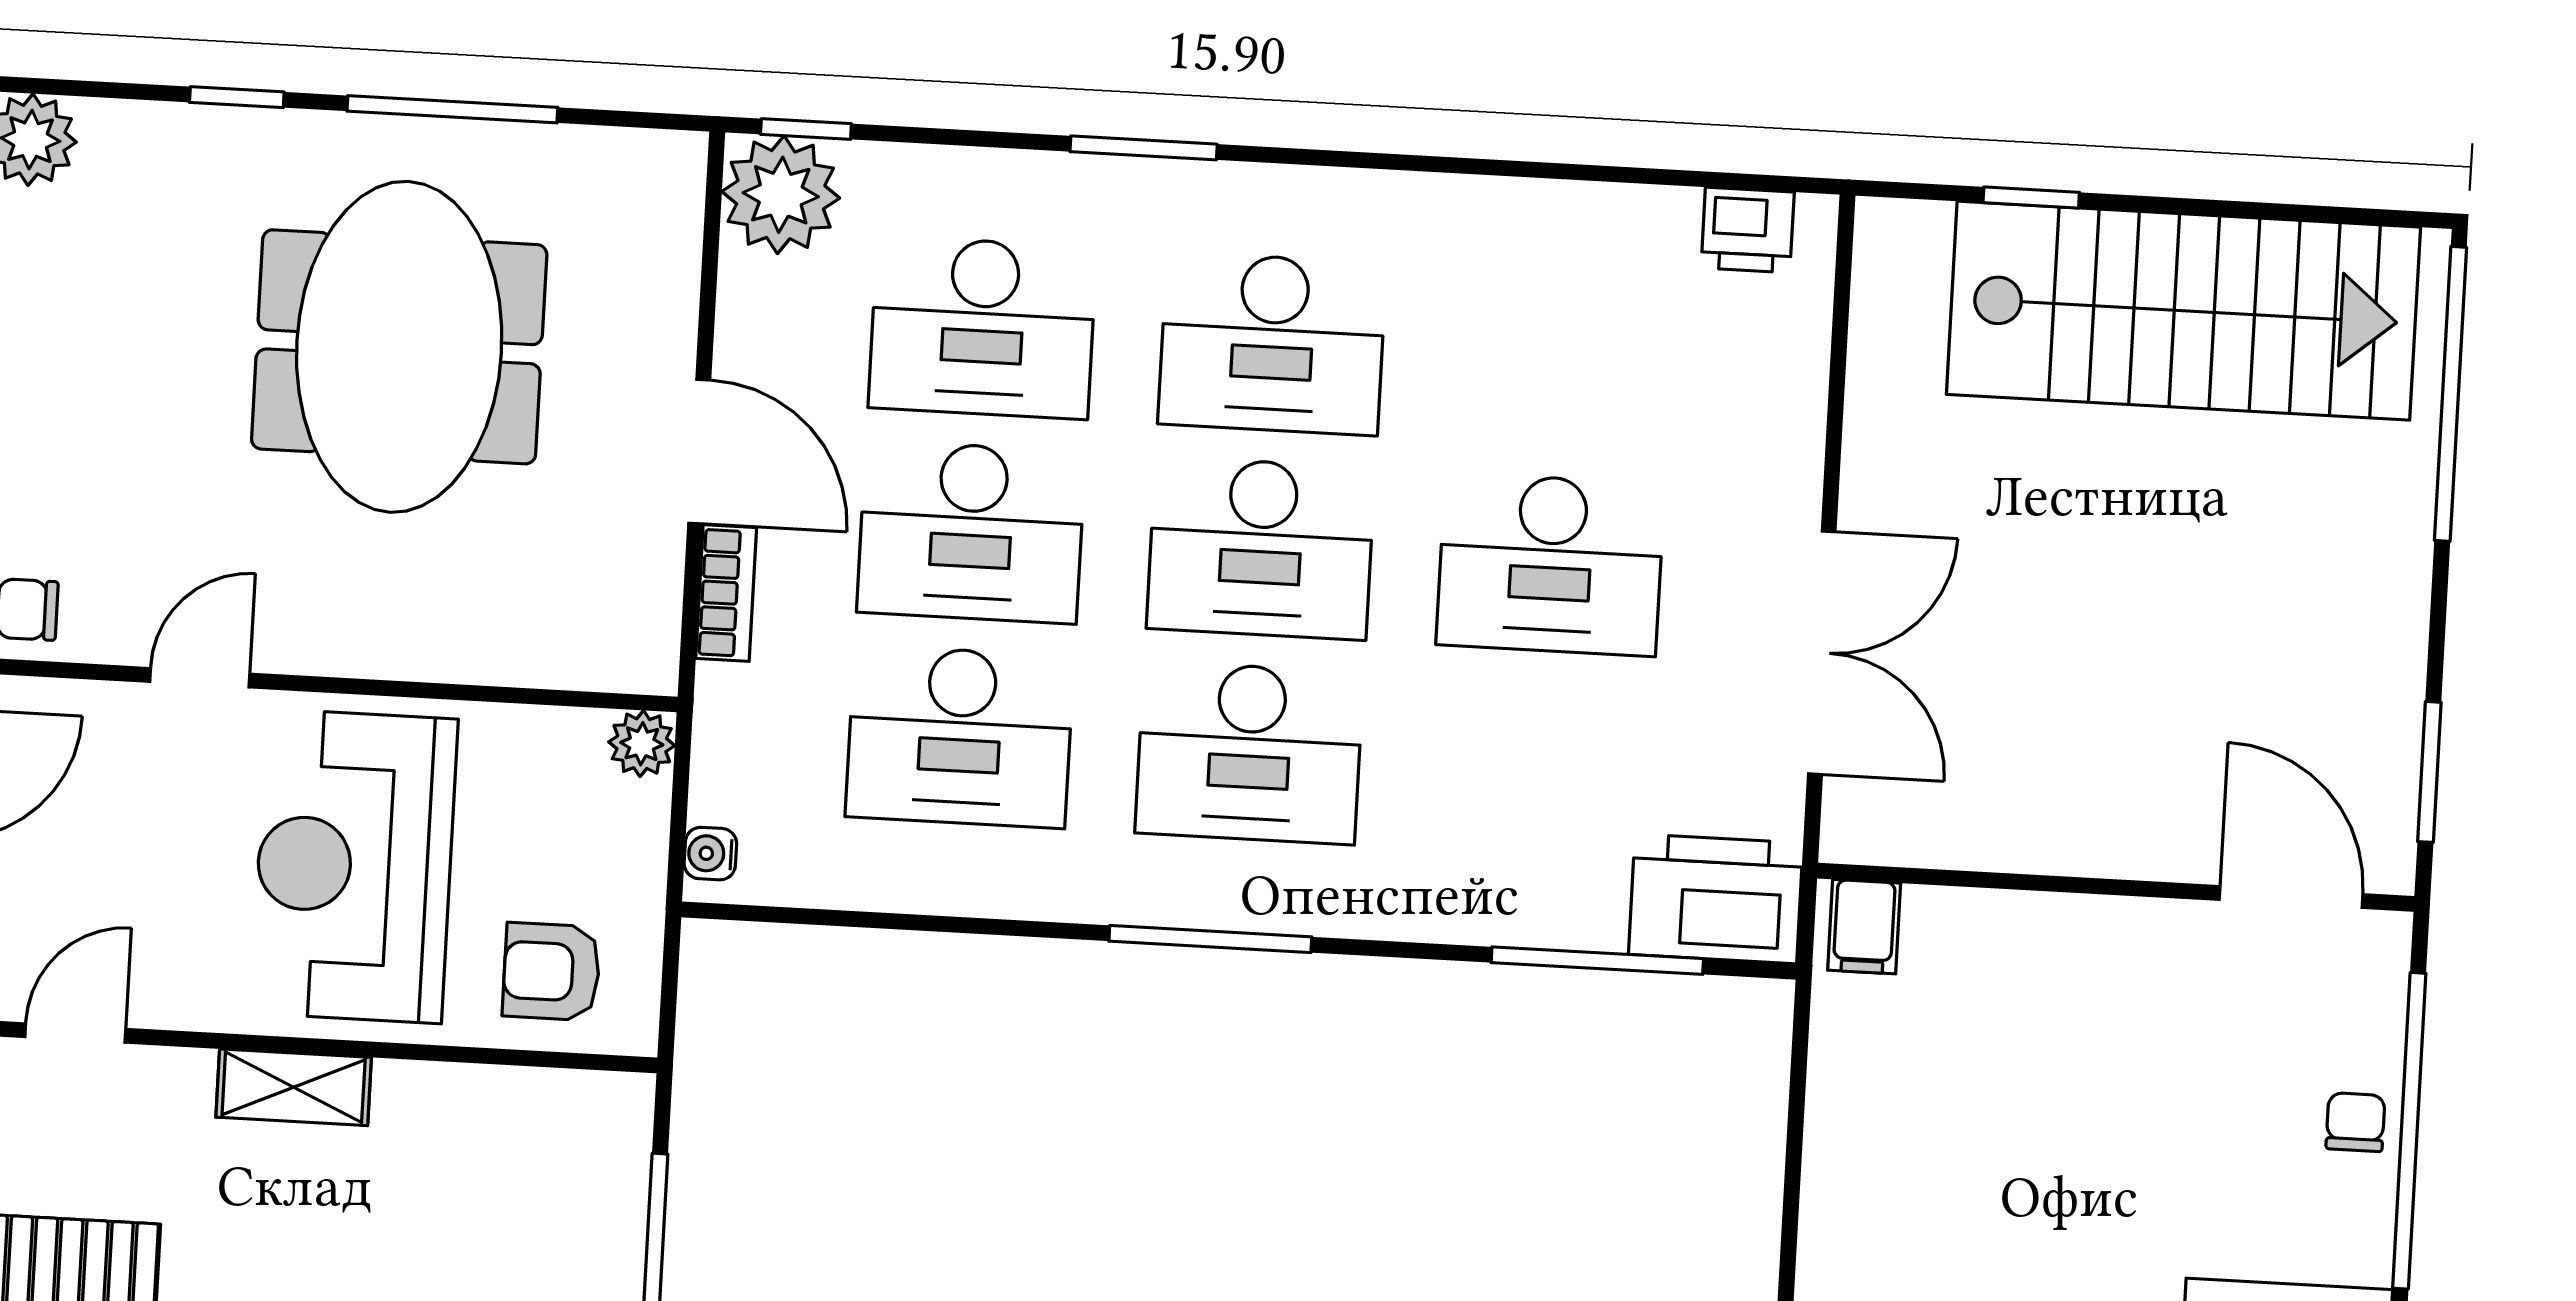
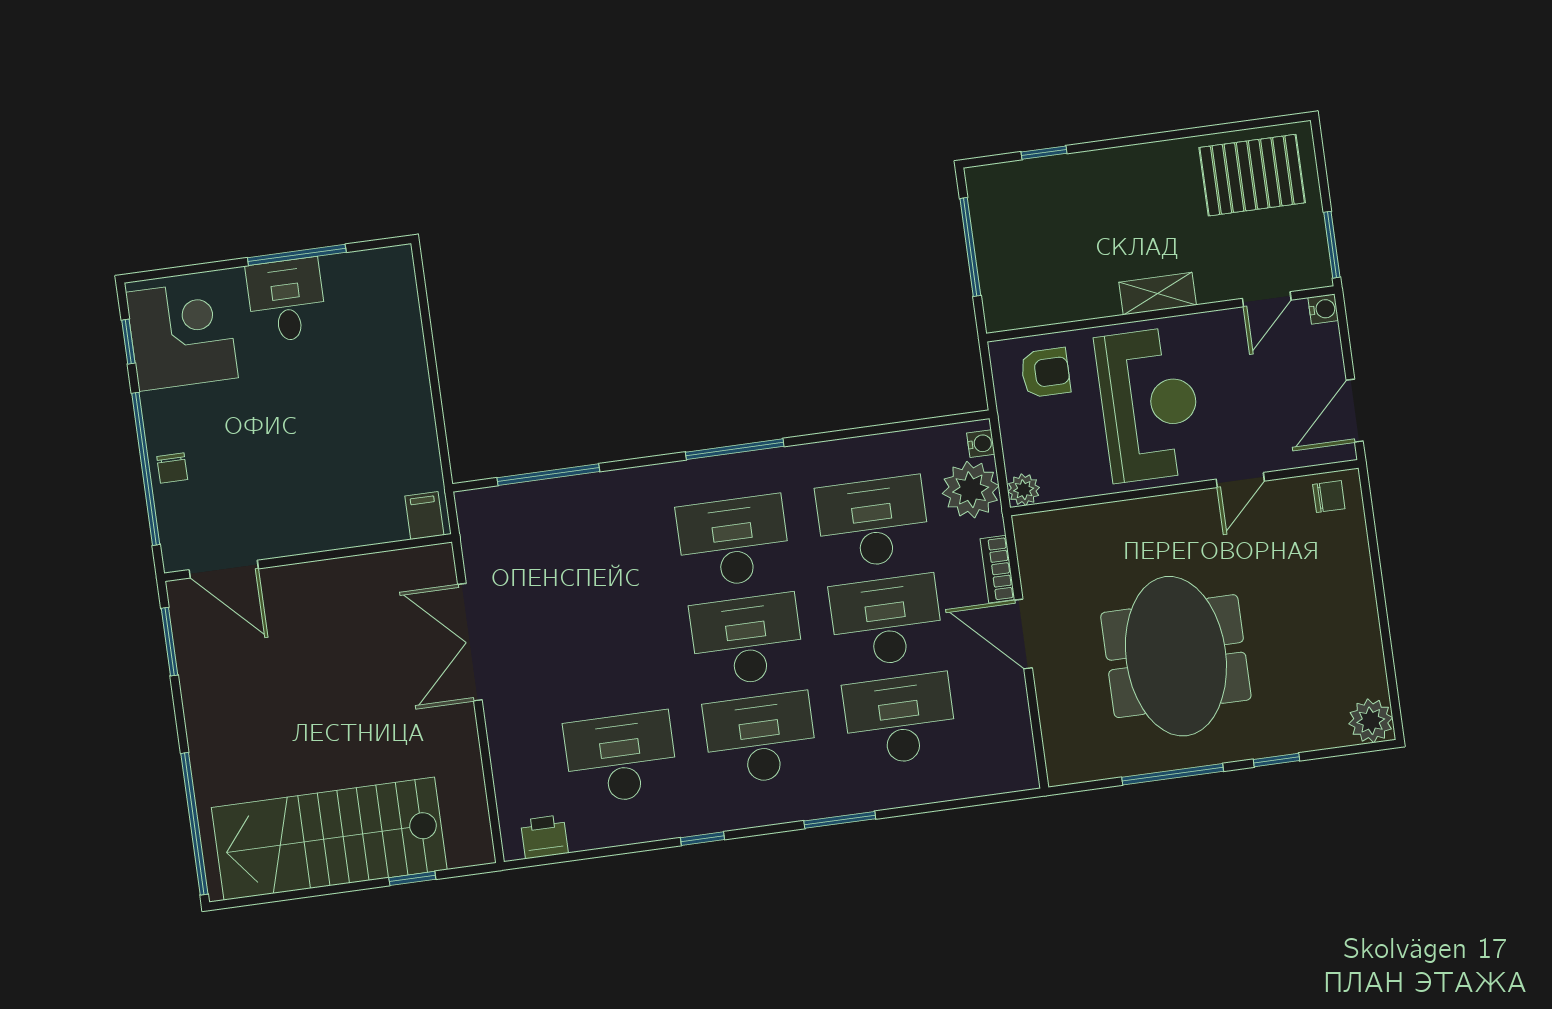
window: (806, 129) -> (703, 839), moved
plant: (781, 195) -> (971, 490), moved
desk: (1550, 564) -> (621, 758), moved
printer: (1716, 899) -> (498, 515), removed

